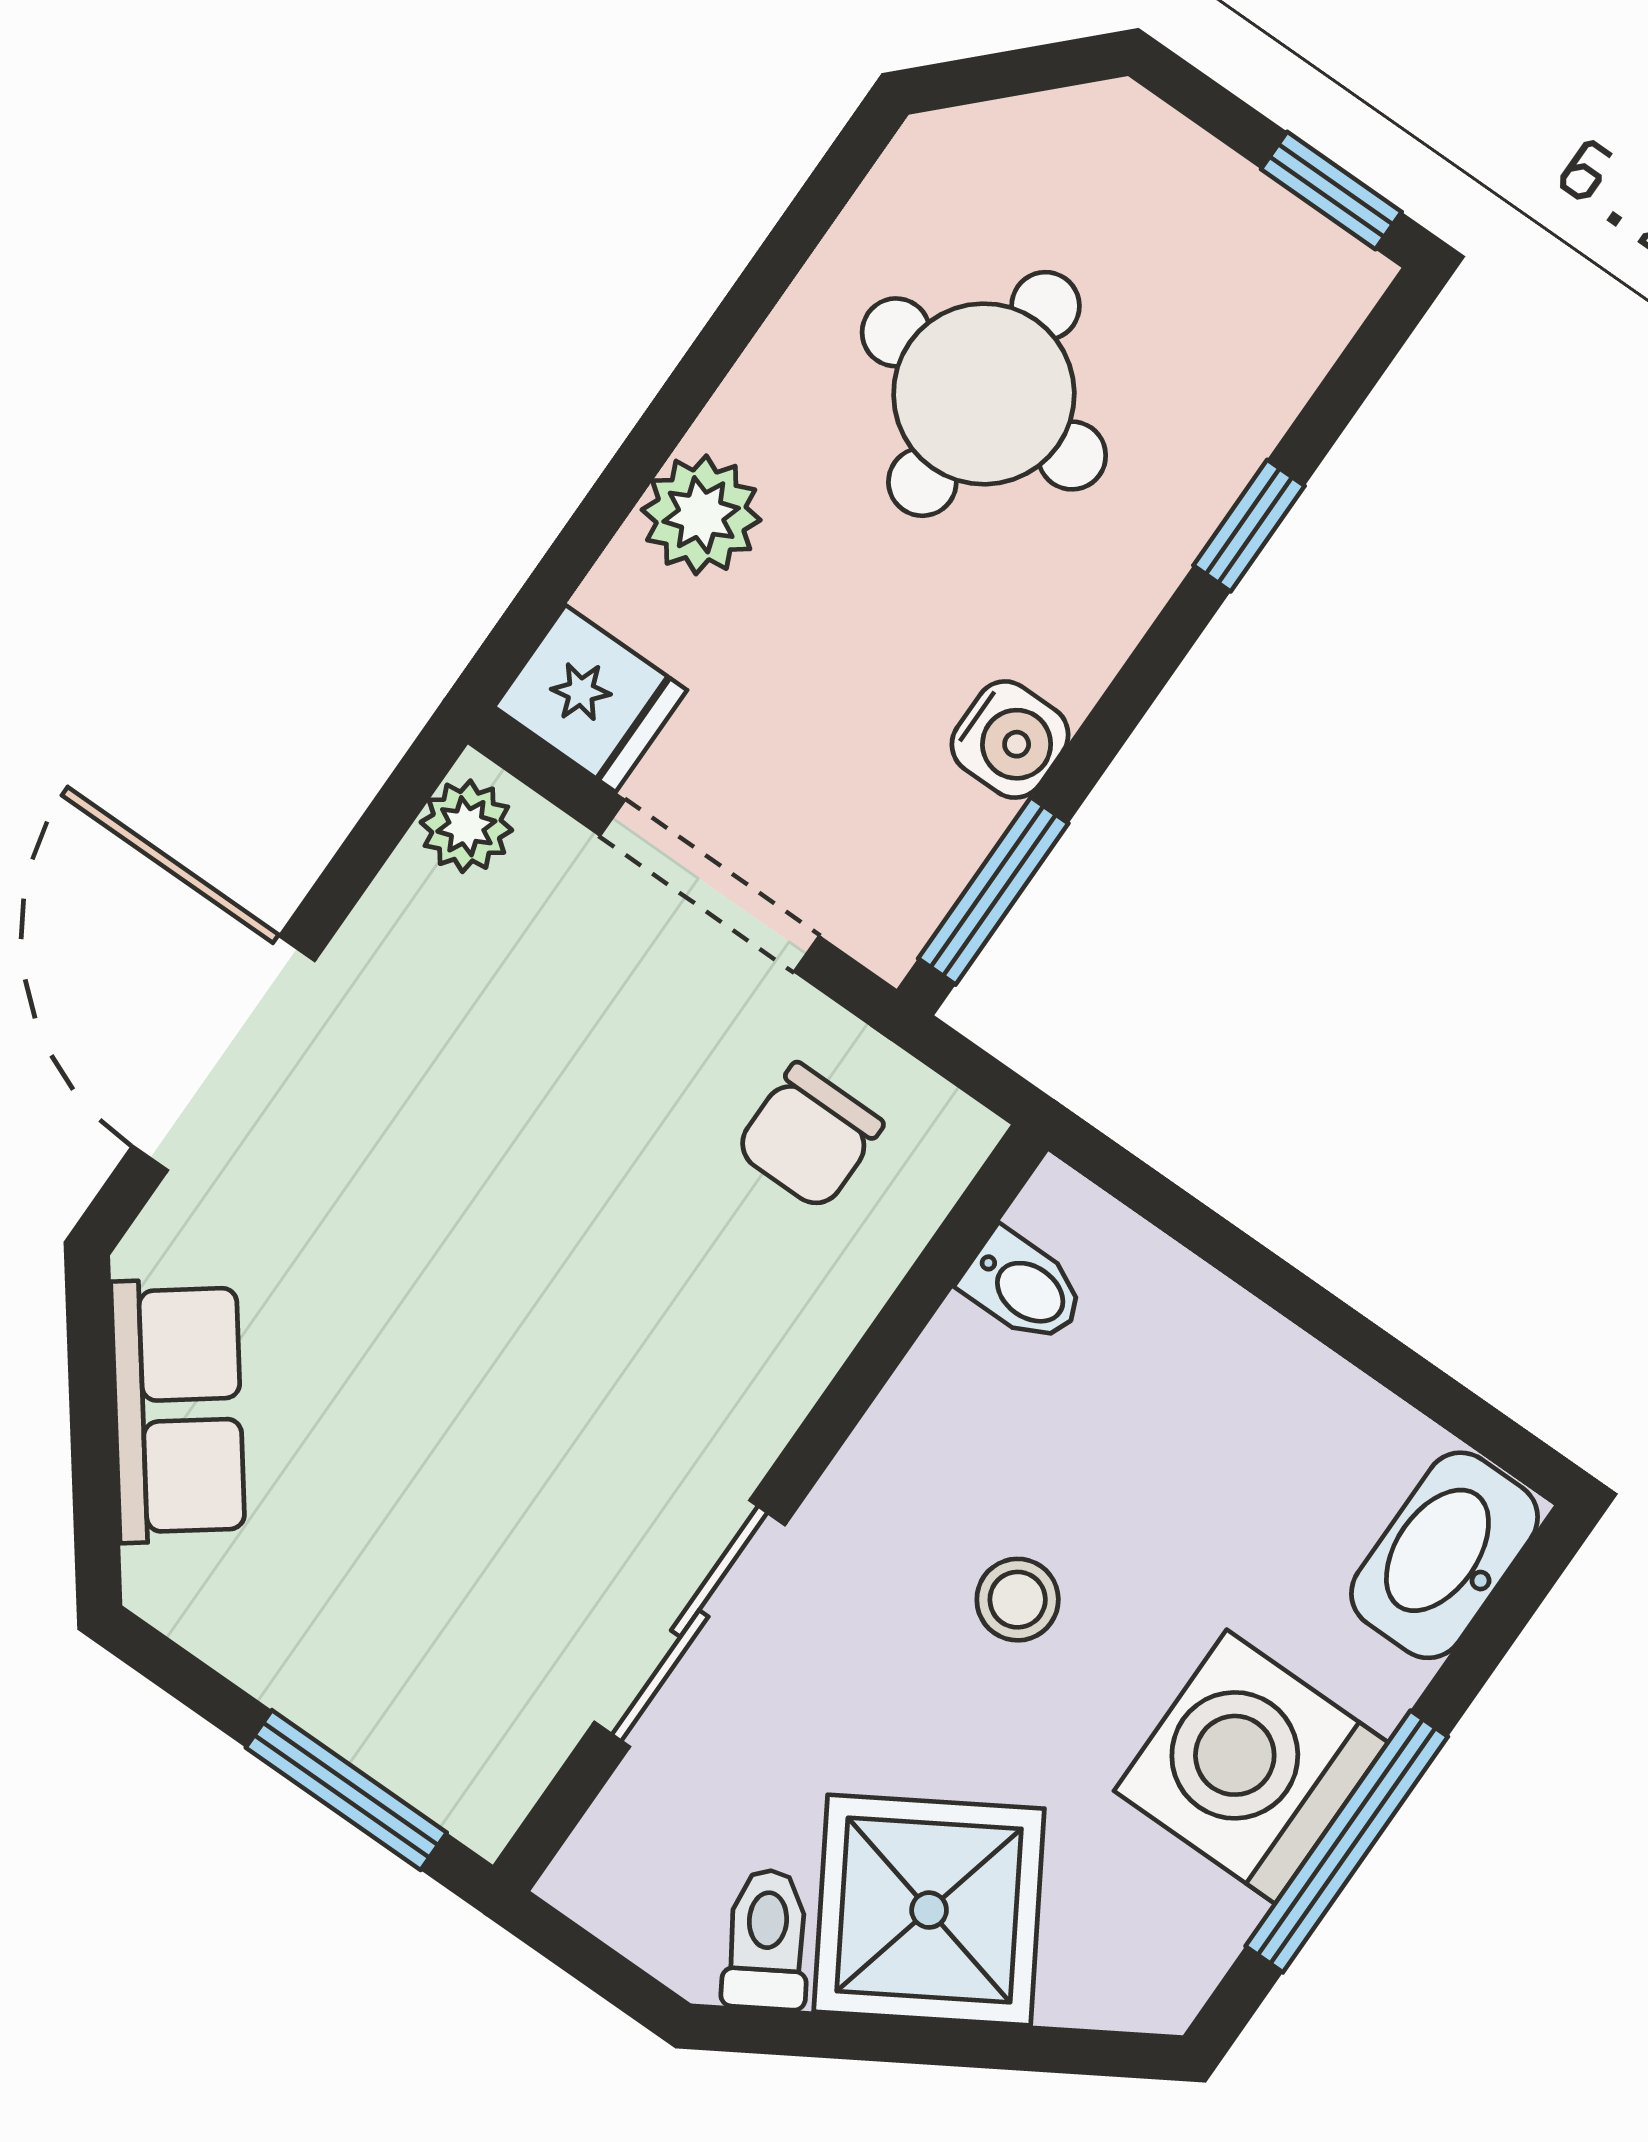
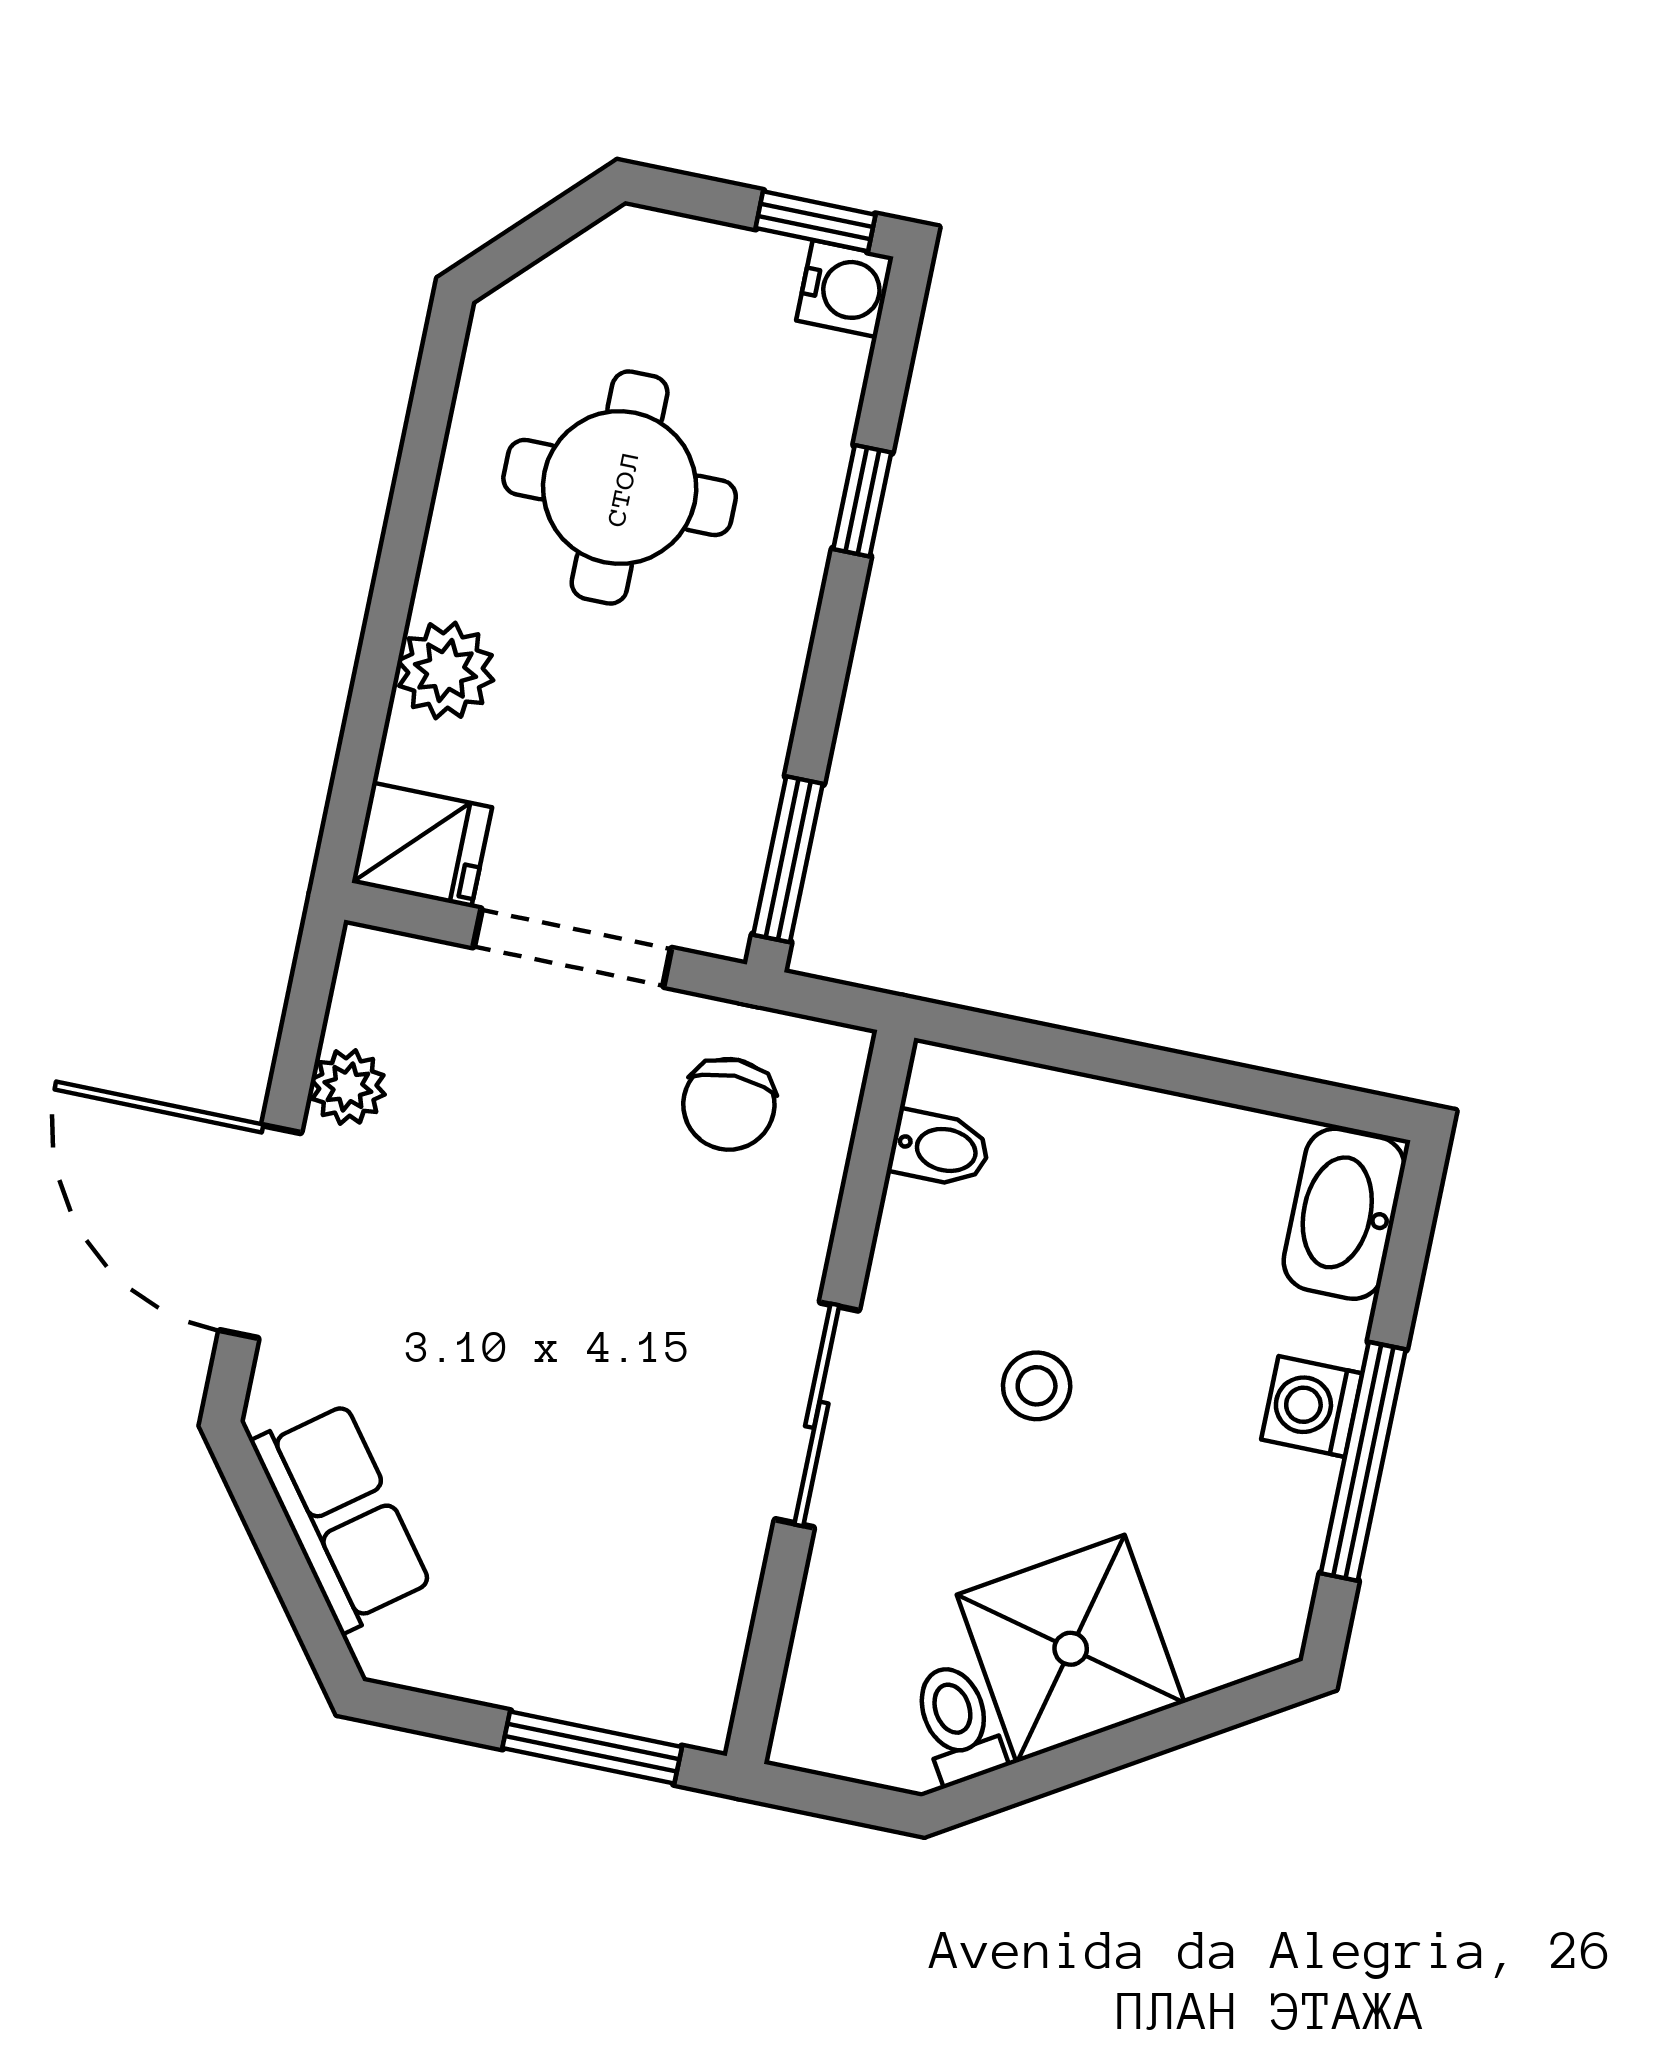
water cooler: (1010, 740) -> (845, 289), moved
plant: (466, 826) -> (348, 1087), moved
sliding door: (690, 1623) -> (817, 1415), moved
washing machine: (1251, 1767) -> (1312, 1406), width x0.53, depth x0.53

